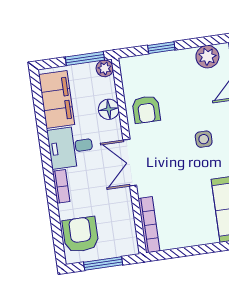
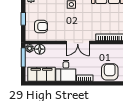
floor lamp: (109, 109) -> (40, 49), moved
armchair: (146, 109) -> (41, 27), moved
armchair: (81, 235) -> (110, 72), turned 90

